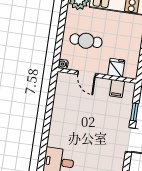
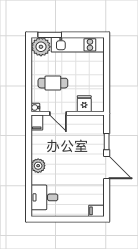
filing cabinet: (117, 89) -> (37, 122), moved
plant: (57, 127) -> (38, 166), added

